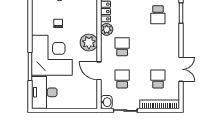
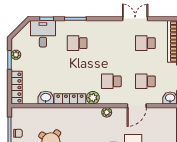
school desk: (158, 15) -> (77, 43), turned 180
plant: (89, 42) -> (107, 112), width x0.53, depth x0.53

